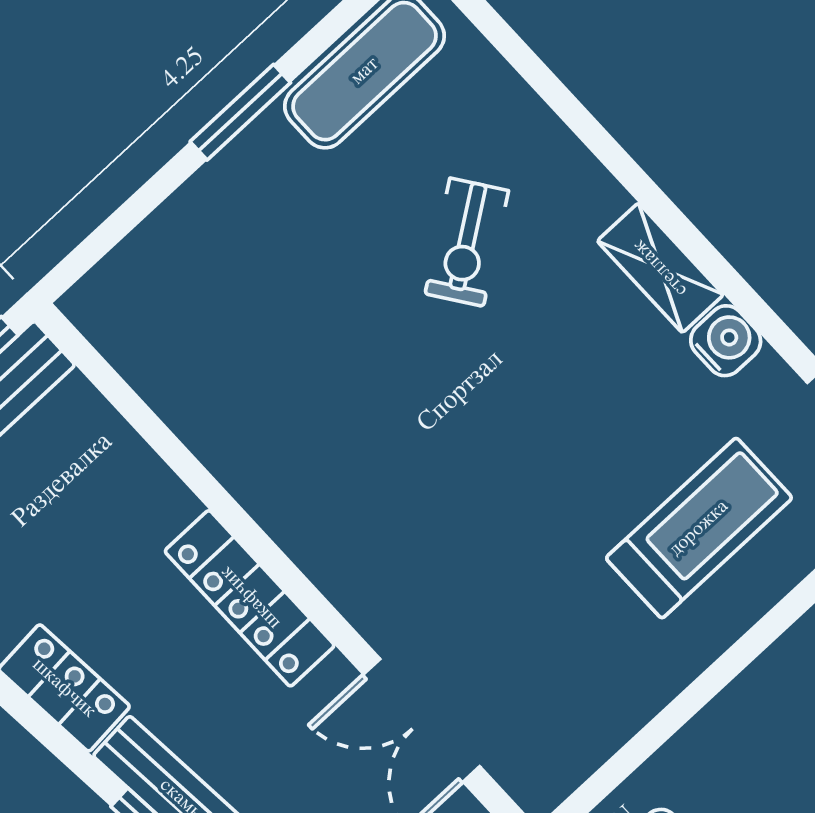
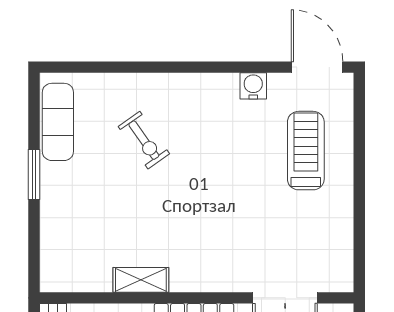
shelving: (660, 268) -> (141, 280), moved

